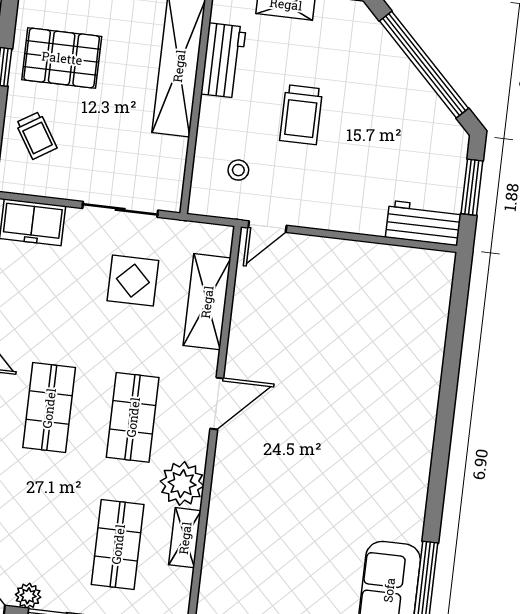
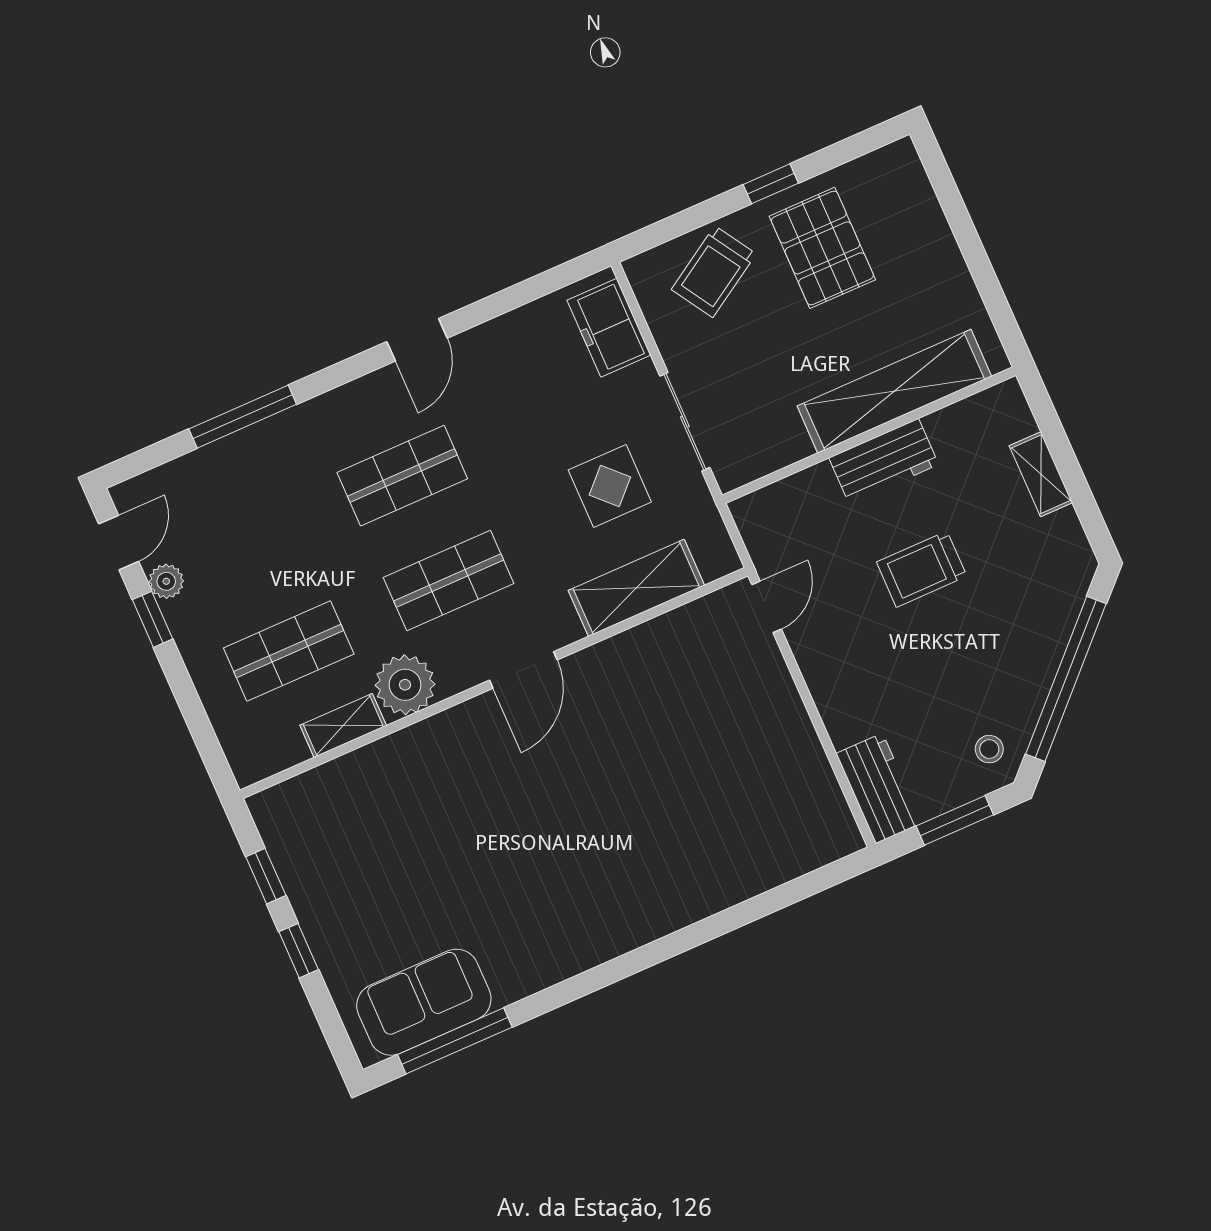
workbench: (223, 61) -> (884, 461), moved
trolley: (36, 135) -> (714, 272), width x1.36, depth x1.39
stool: (238, 170) -> (989, 749), moved
door: (267, 227) -> (767, 607), swing flipped
door: (217, 404) -> (523, 670), hinge flipped

